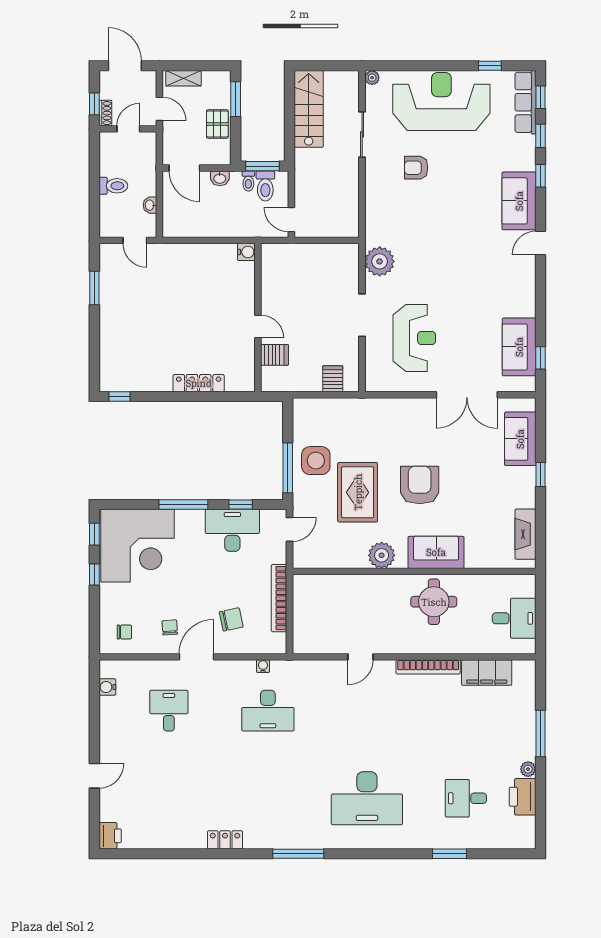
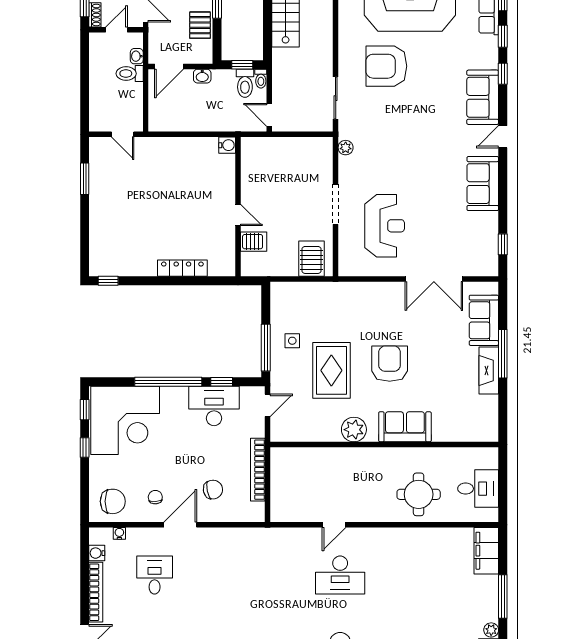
sliding door: (362, 134) -> (336, 98), moved
window: (263, 166) -> (242, 65), width x0.67
door: (184, 168) -> (169, 66), hinge flipped
armchair: (416, 168) -> (386, 66), width x1.88, depth x1.88
toilet: (248, 181) -> (261, 79), moved
toilet: (113, 186) -> (130, 74), moved, turned 180
washbasin: (150, 205) -> (137, 56), moved
plant: (380, 261) -> (346, 148), width x0.53, depth x0.53
sofa: (519, 347) -> (483, 184), moved
server rack: (333, 379) -> (311, 259), width x1.36, depth x1.44
side table: (316, 461) -> (292, 341), width x0.54, depth x0.54
window: (540, 474) -> (503, 354), width x2.17
window: (183, 504) -> (168, 382), width x1.46
fireplace: (525, 534) -> (489, 371), moved
round table: (434, 602) -> (419, 494), moved
chair: (124, 632) -> (113, 501), width x1.87, depth x1.87
water cooler: (263, 666) -> (119, 533), moved
bookcase: (428, 667) -> (96, 592), moved, turned -90
filing cabinet: (487, 673) -> (486, 551), moved, turned 90
desk: (268, 711) -> (340, 575), moved

